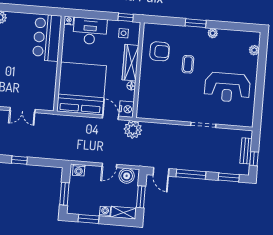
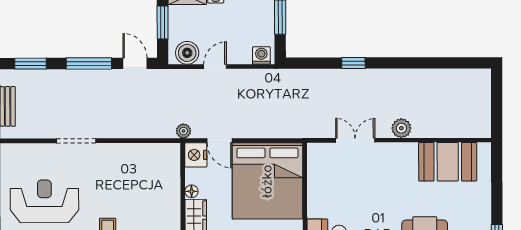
plant: (133, 130) -> (184, 131), width x0.53, depth x0.53

